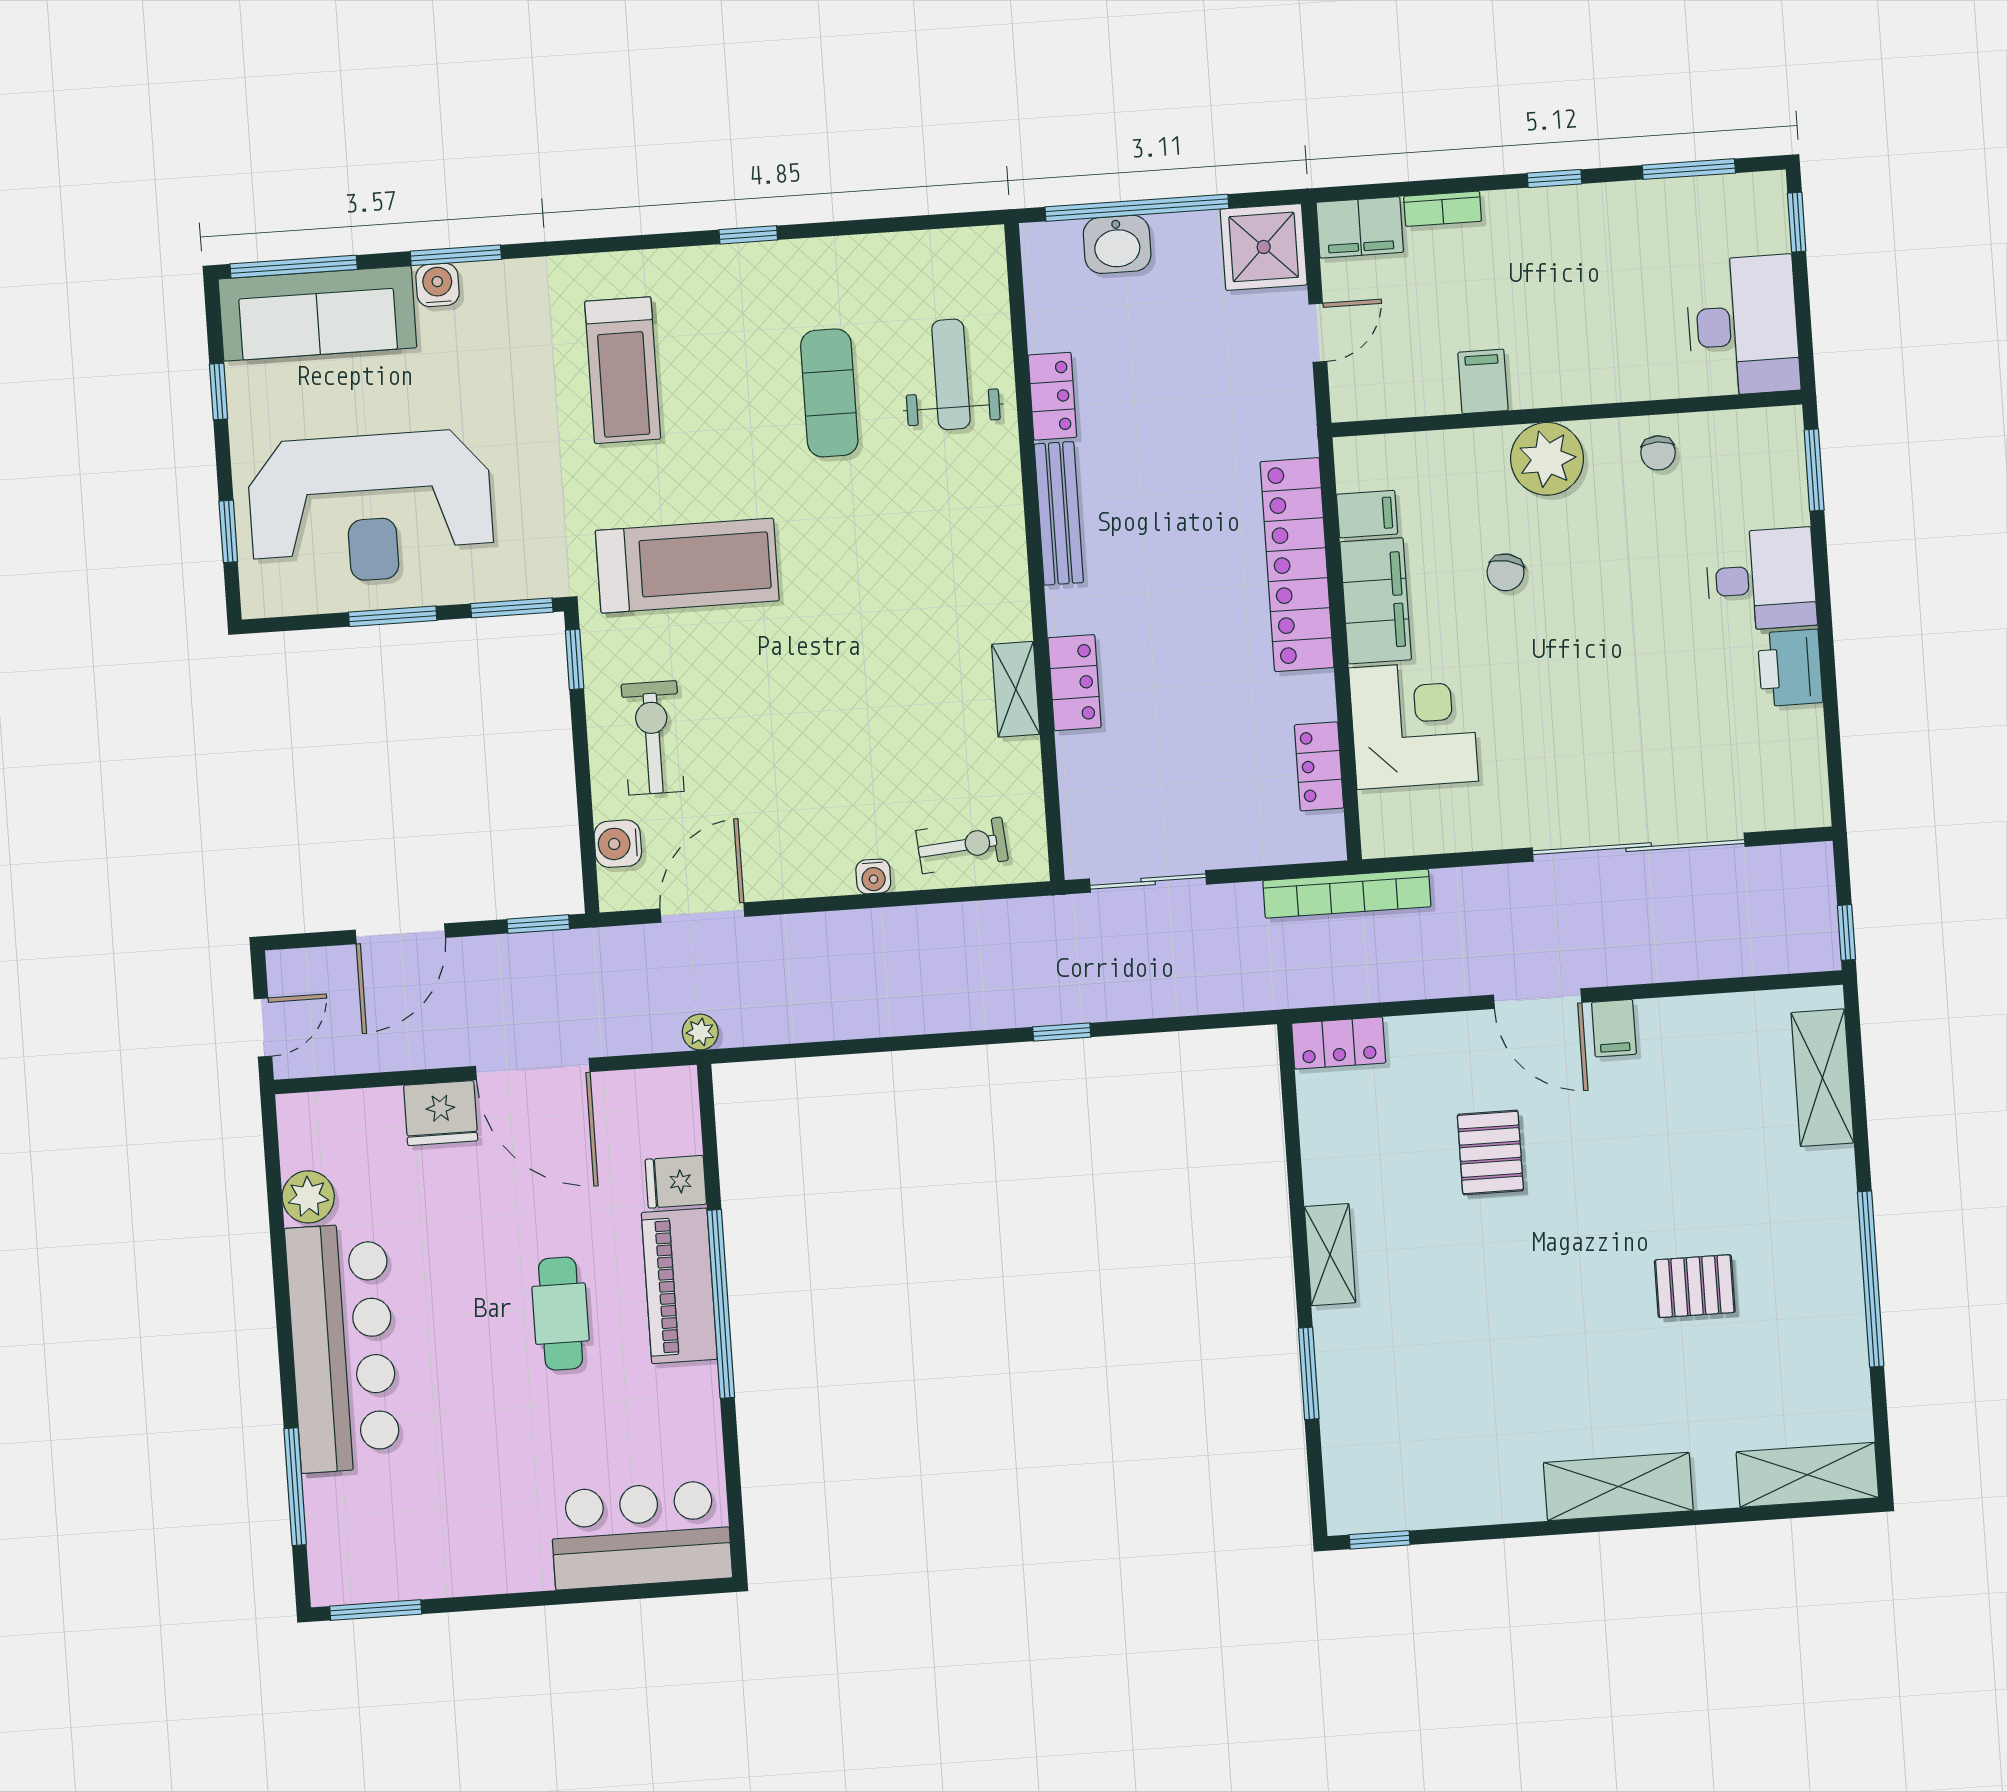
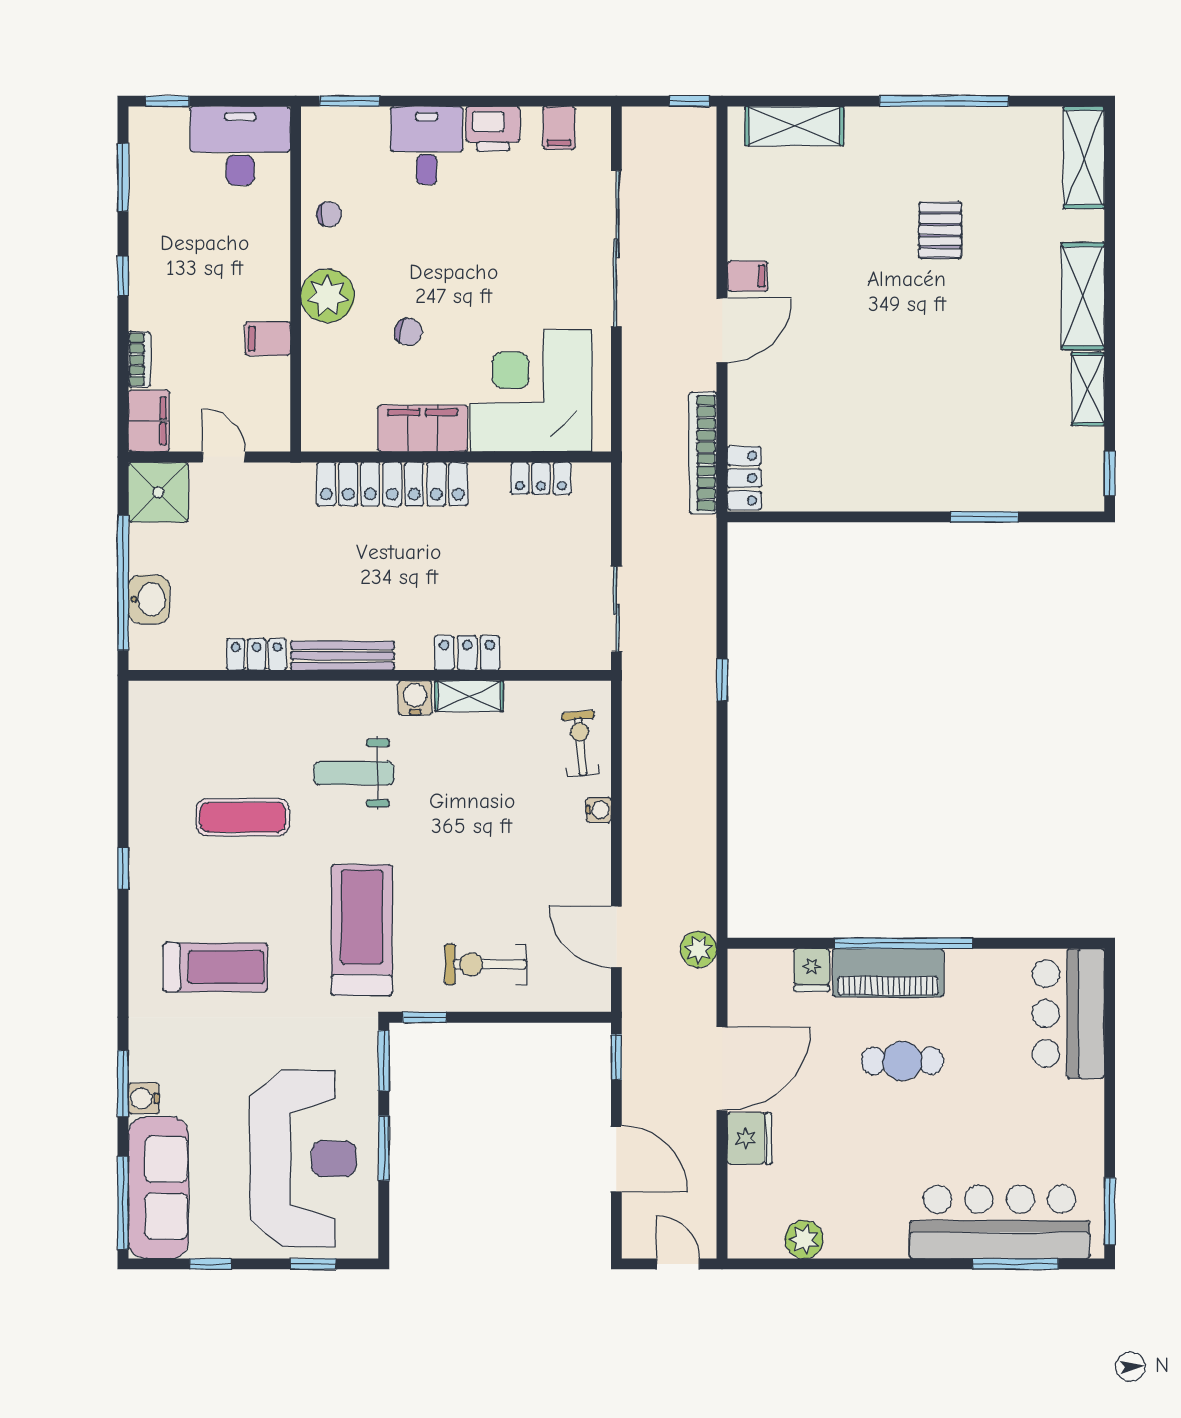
weight bench: (951, 374) -> (354, 773), moved
filing cabinet: (1367, 514) -> (559, 128), moved, turned 180
corner desk: (1414, 724) -> (531, 391), width x1.36, depth x1.36
water cooler: (618, 844) -> (415, 698), moved, turned 180
bookcase: (1347, 894) -> (703, 453), moved, turned 180
plant: (700, 1032) -> (699, 949), width x1.38, depth x1.38
pallet: (1490, 1153) -> (832, 373), removed
shelving: (1330, 1255) -> (1088, 389), moved, turned 90
bar counter: (343, 1348) -> (1000, 1222), moved

